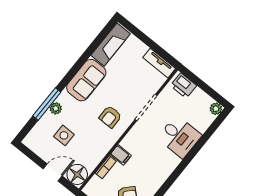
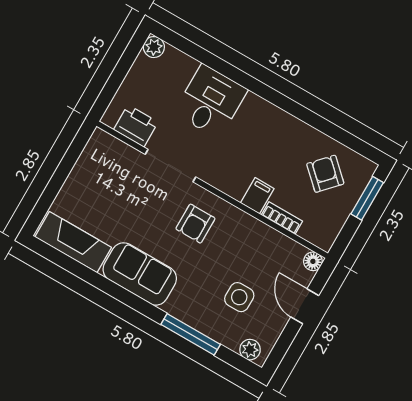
tv unit: (159, 63) -> (92, 155), removed
printer: (183, 86) -> (136, 126), moved, turned -90
plant: (56, 108) -> (250, 350), moved
armchair: (110, 117) -> (195, 224), turned 90
floor lamp: (77, 174) -> (313, 261), width x0.53, depth x0.53

